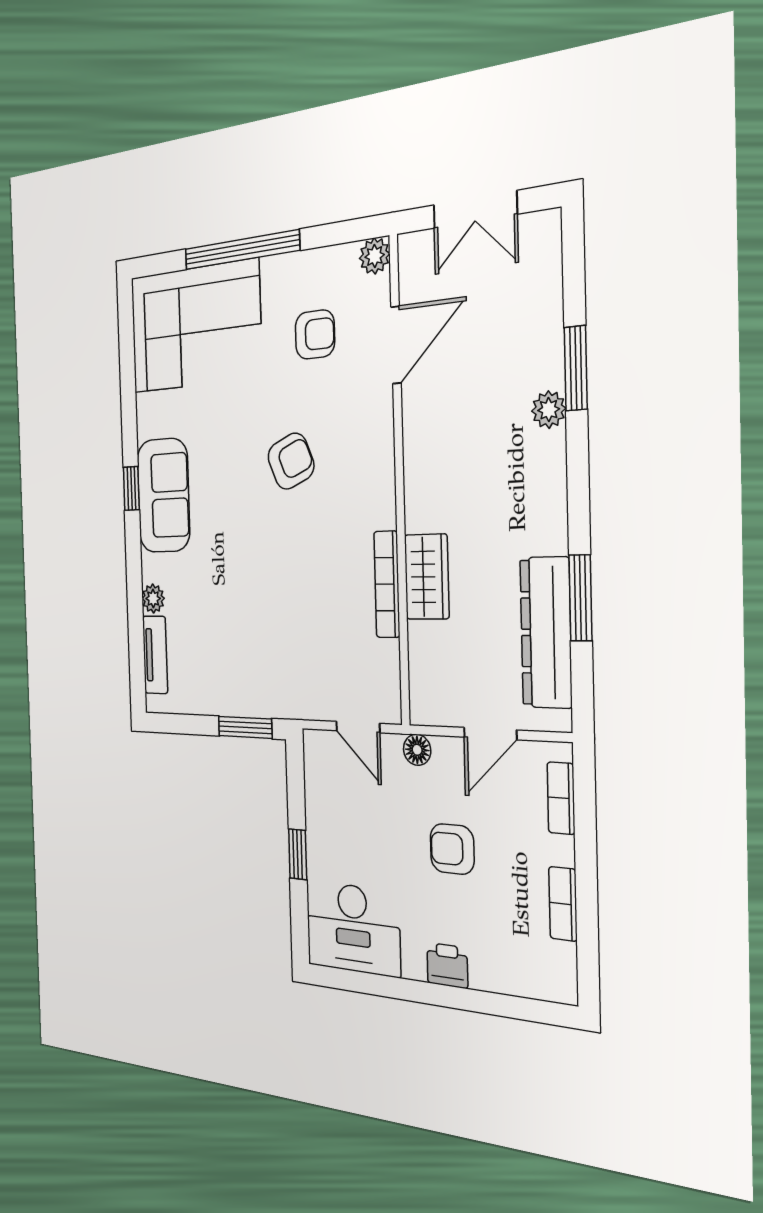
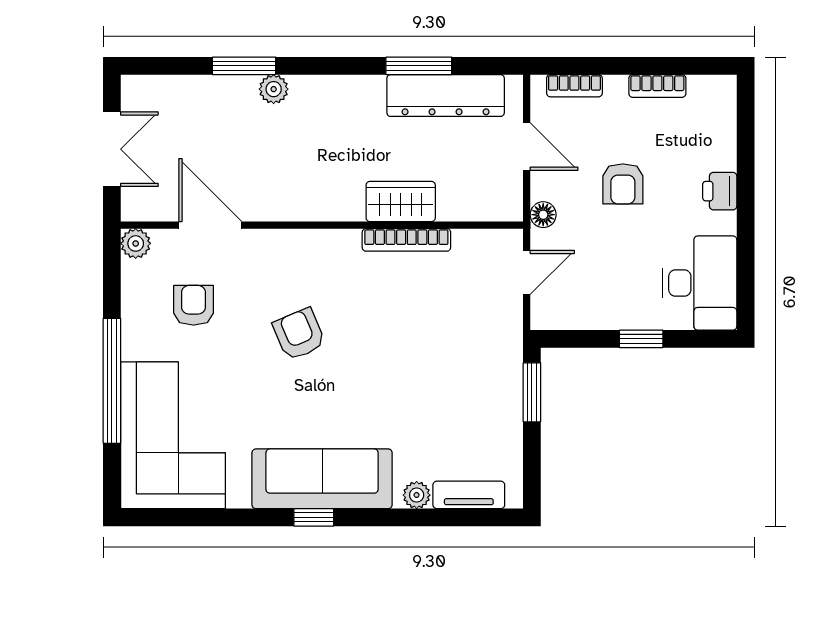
sofa: (163, 495) -> (322, 479), width x1.36

